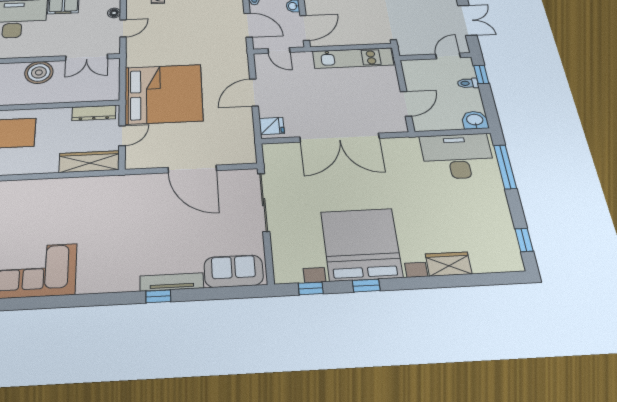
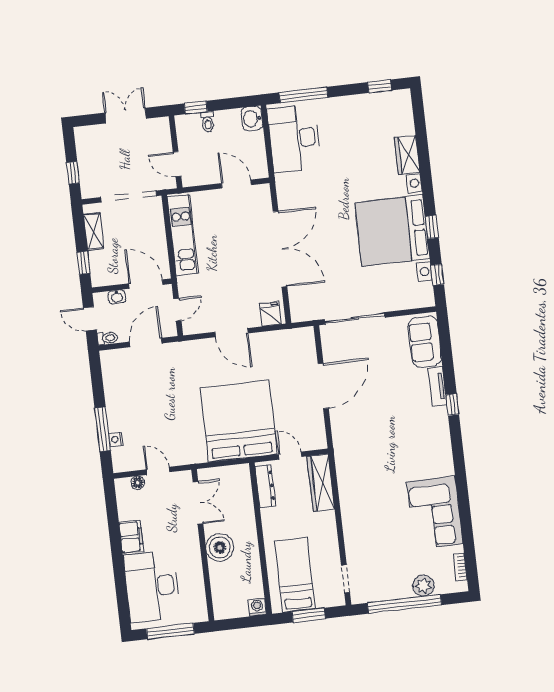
door: (448, 56) -> (177, 164), moved
tv unit: (172, 282) -> (437, 387), width x0.71

